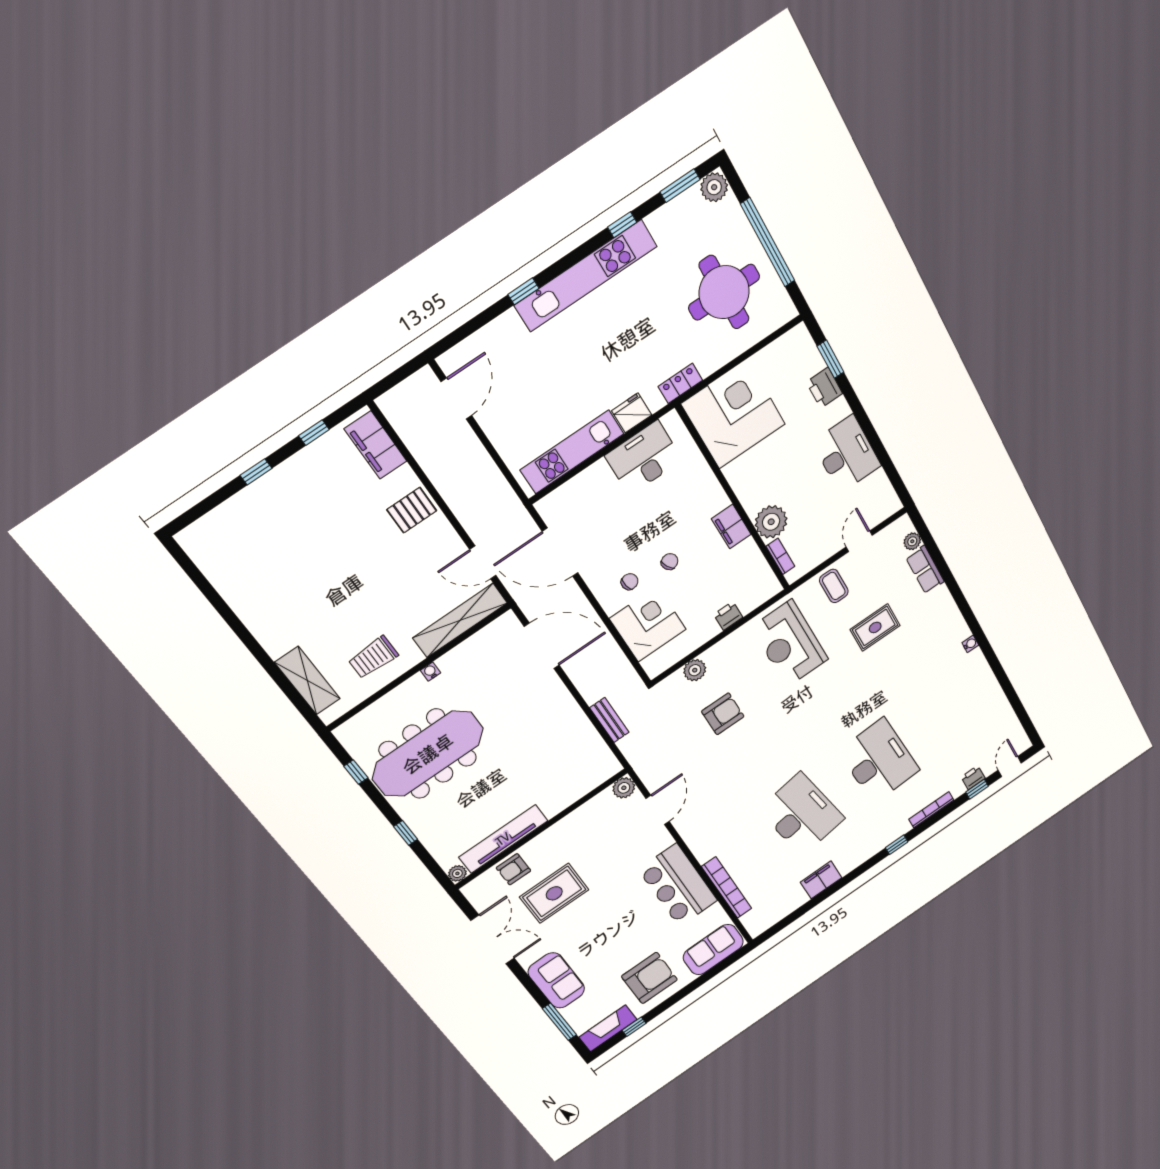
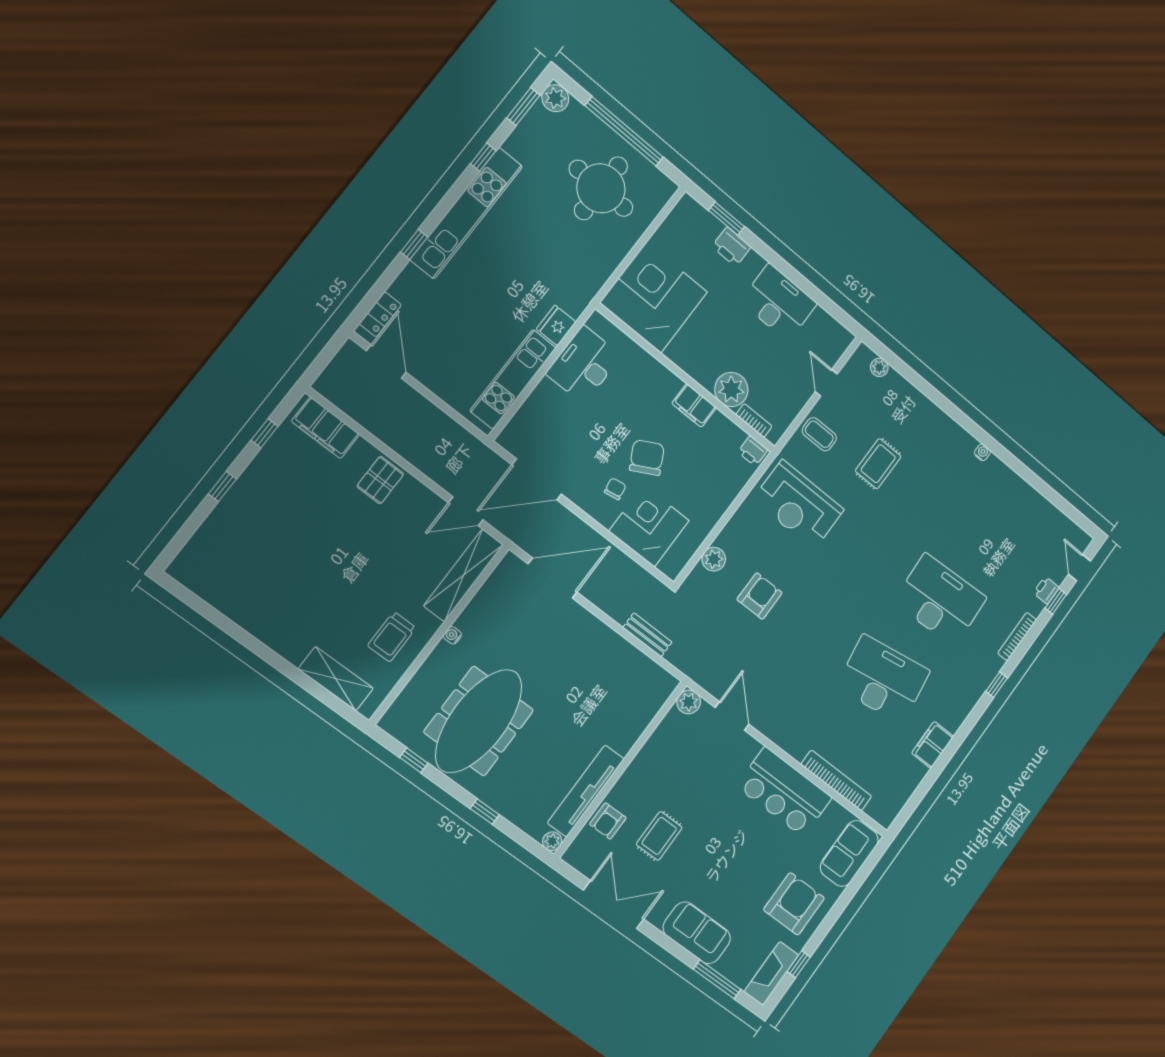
locker: (680, 383) -> (380, 314), moved, turned 180
chair: (670, 562) -> (647, 458), width x1.87, depth x1.87
row of seats: (925, 570) -> (904, 392), removed
printer: (728, 616) -> (753, 451), moved, turned -90
rug: (554, 893) -> (659, 836), width x0.73, depth x0.70

